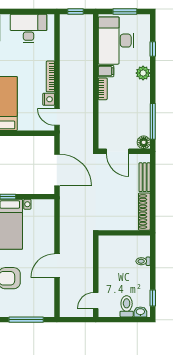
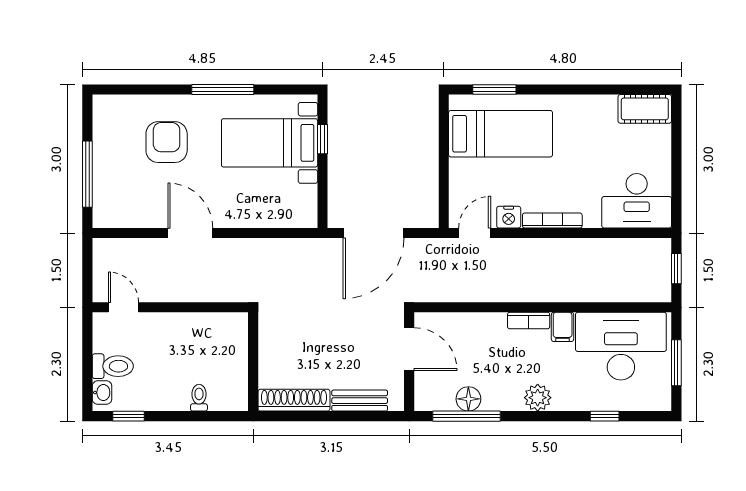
desk: (29, 28) -> (637, 201), moved, turned 90
plant: (143, 73) -> (538, 398), moved
floor lamp: (144, 142) -> (468, 399), moved
door: (118, 151) -> (409, 349), swing flipped

